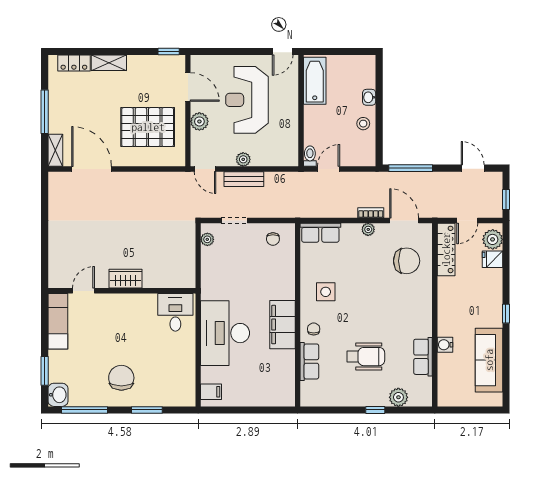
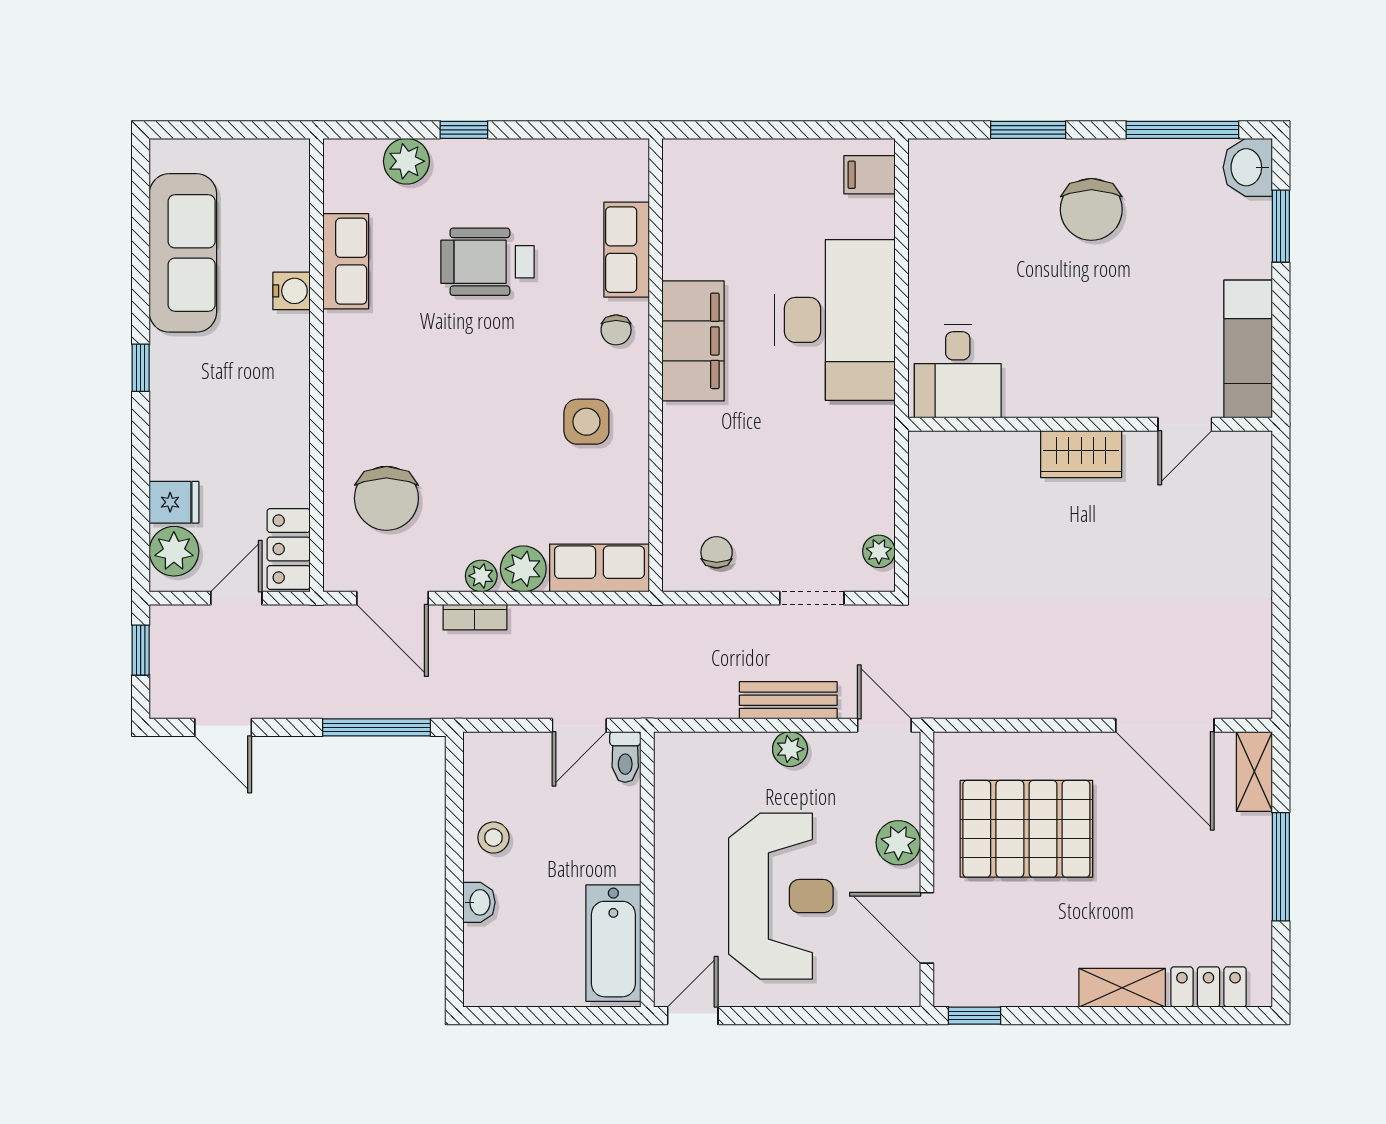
plant: (351, 232) -> (523, 569), added
locker: (446, 249) -> (289, 549), width x0.66
chair: (407, 261) -> (386, 498), turned -90

